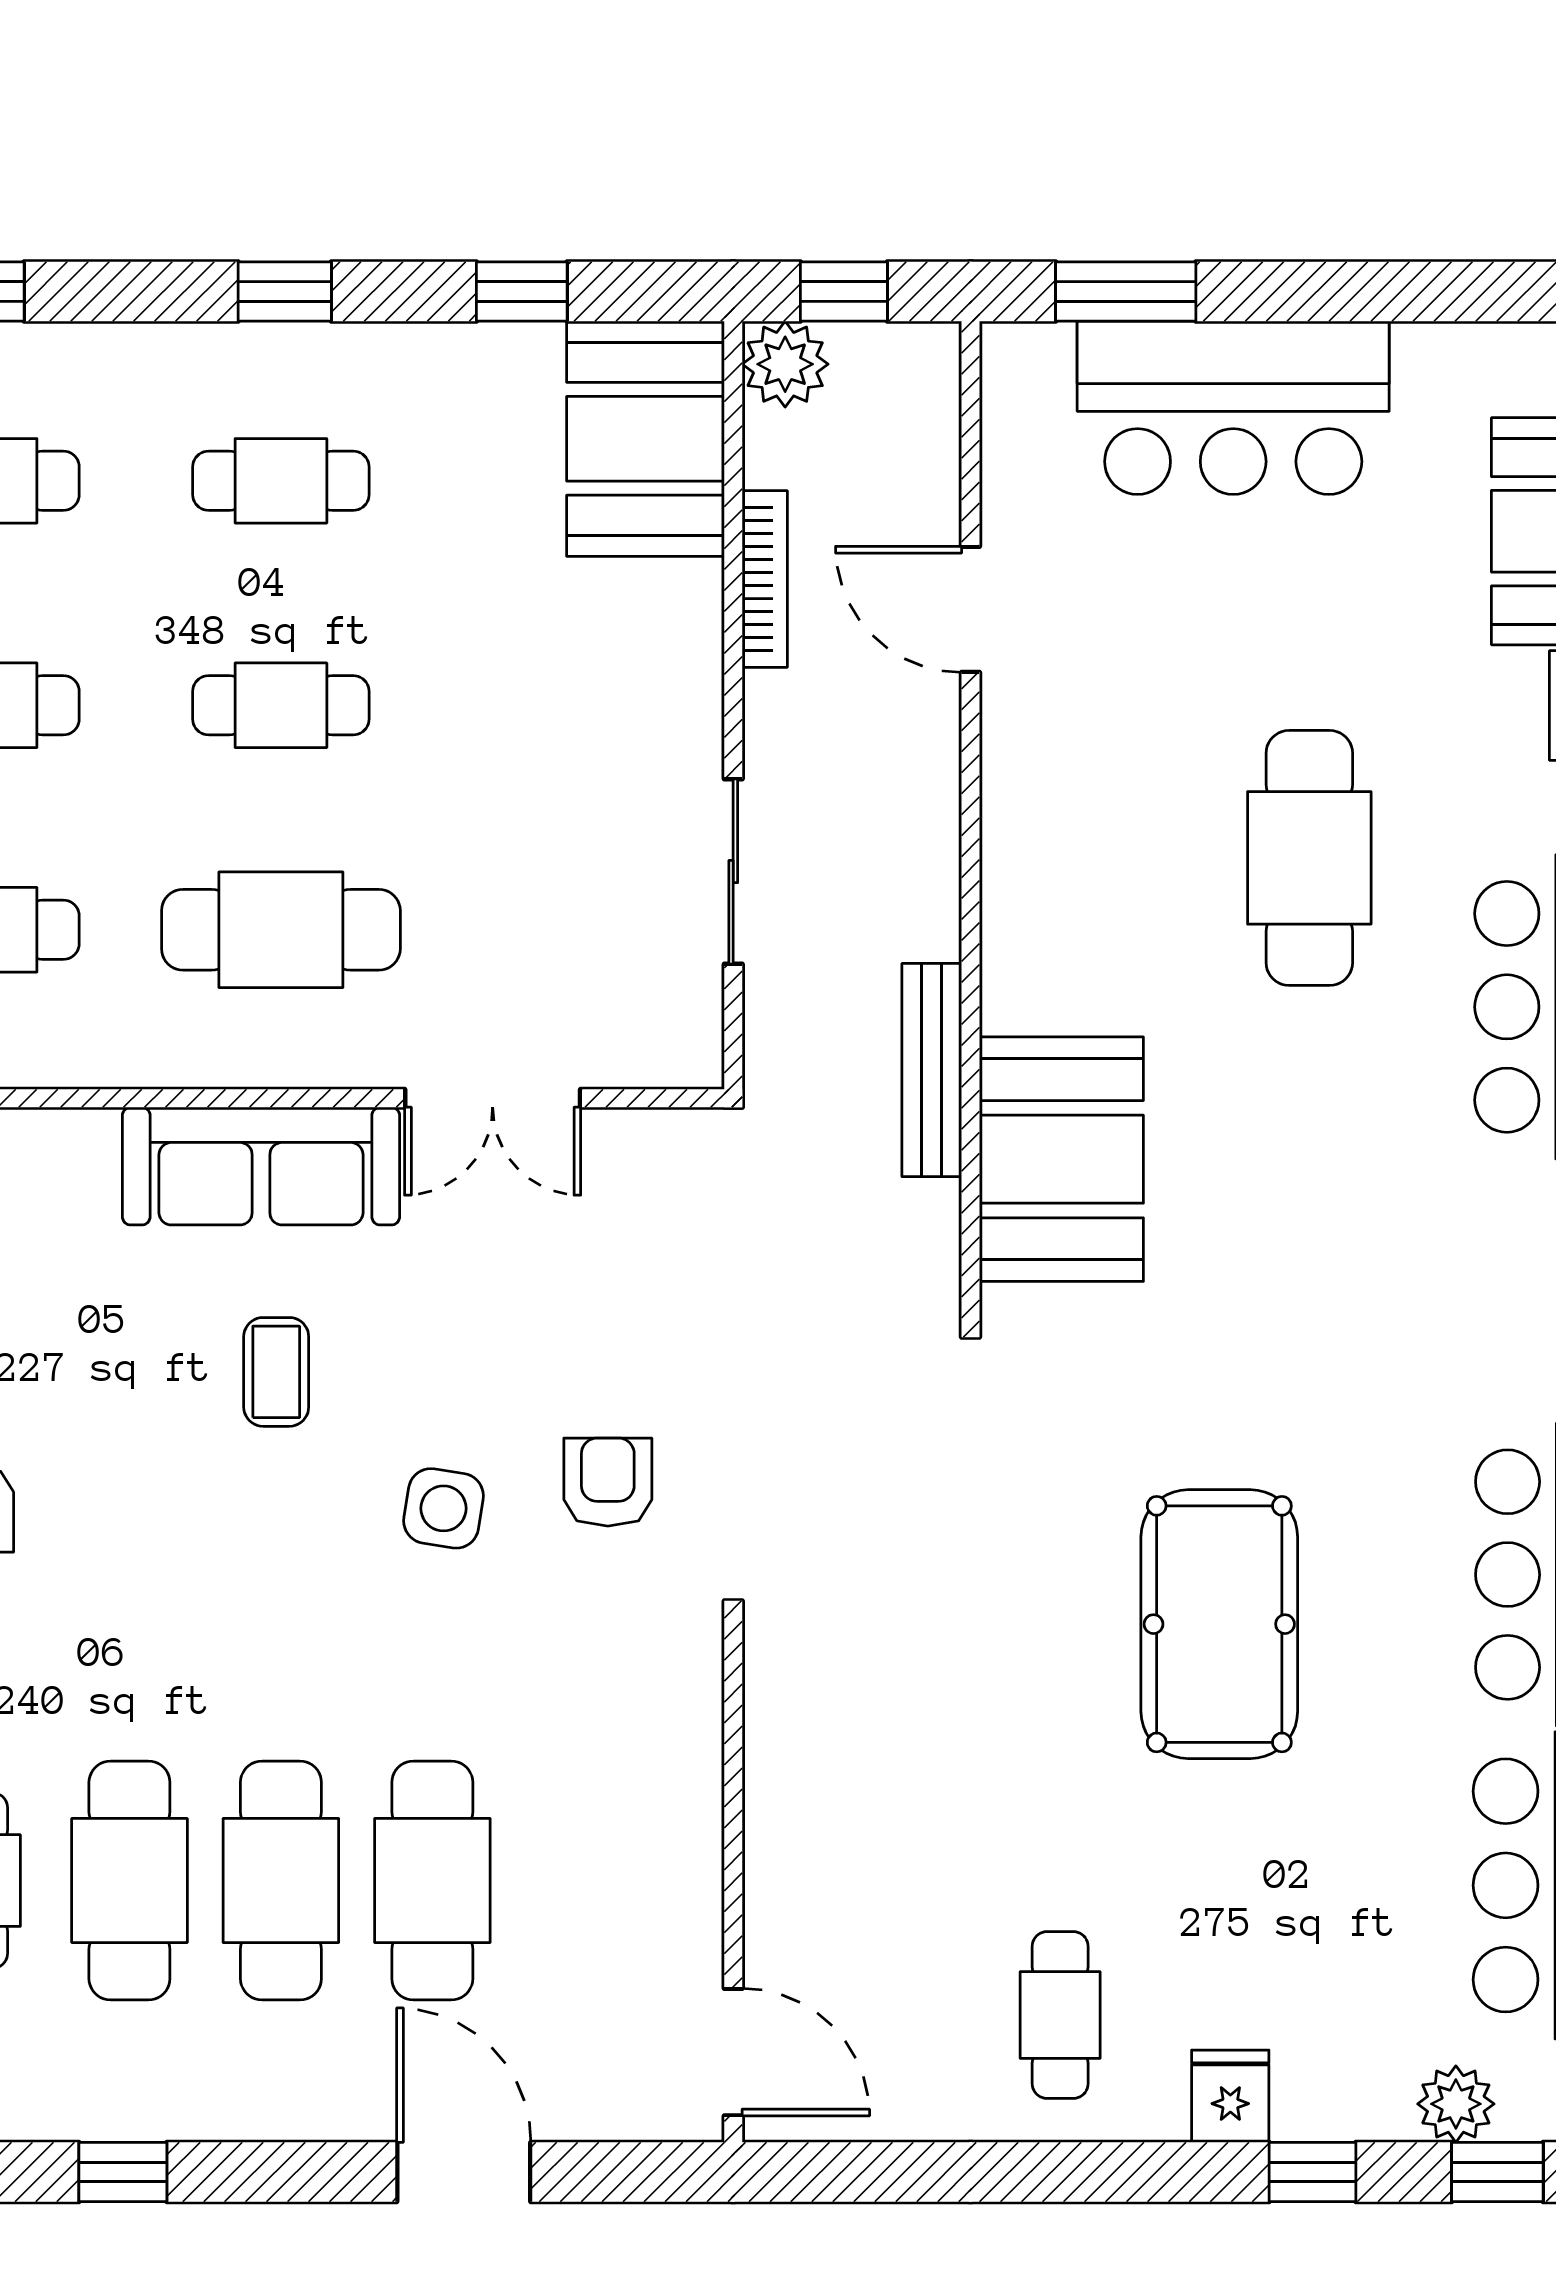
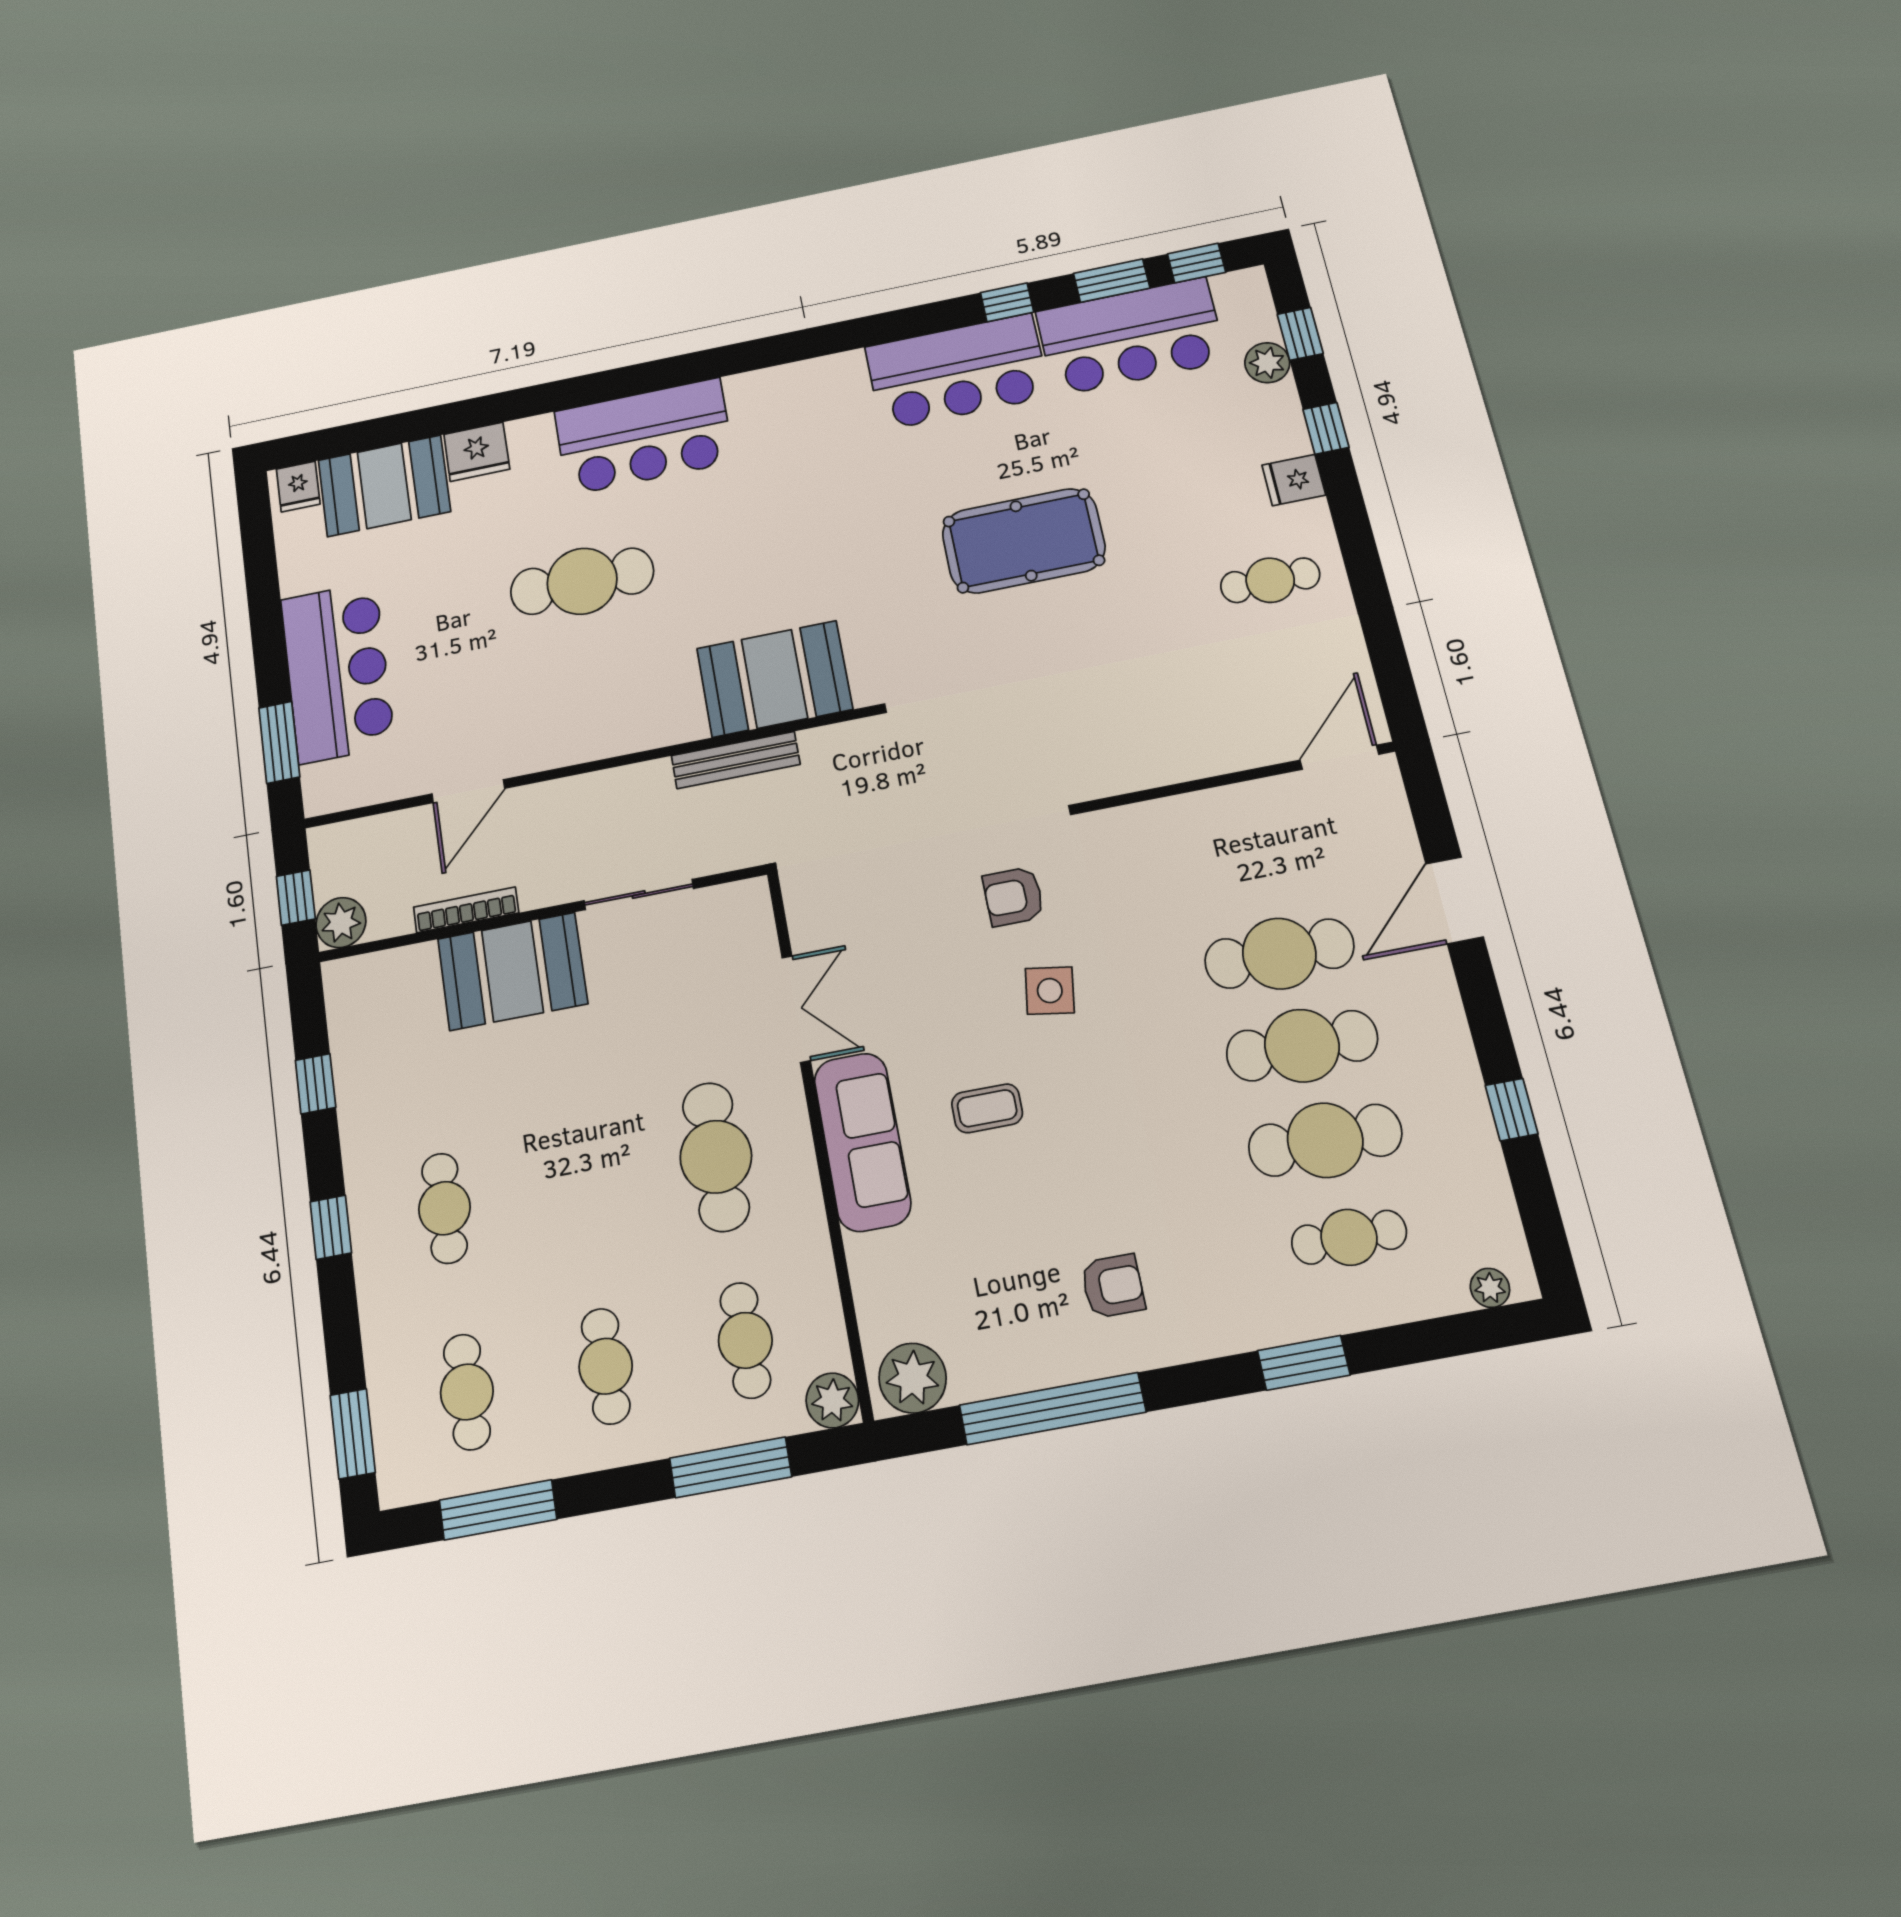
booth: (645, 439) -> (512, 971), moved
cafe table: (281, 705) -> (580, 1183), removed

